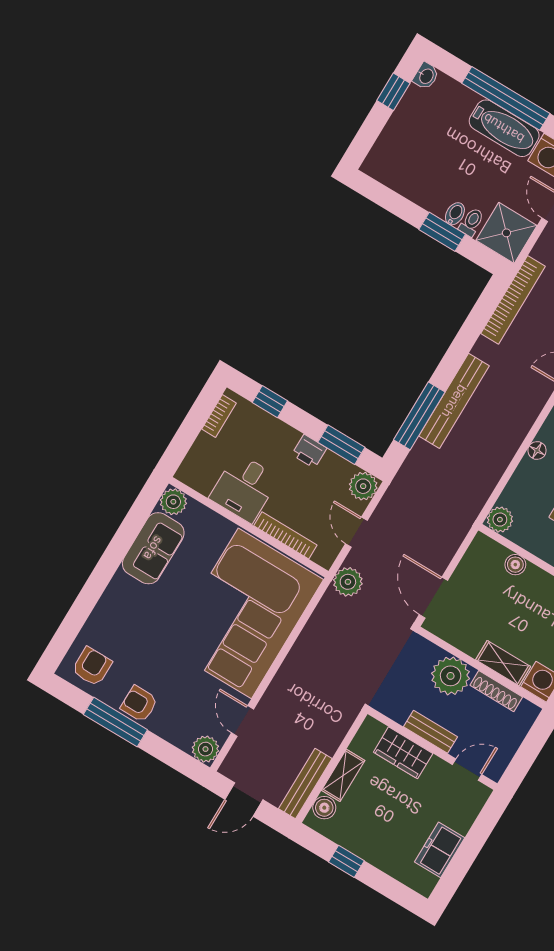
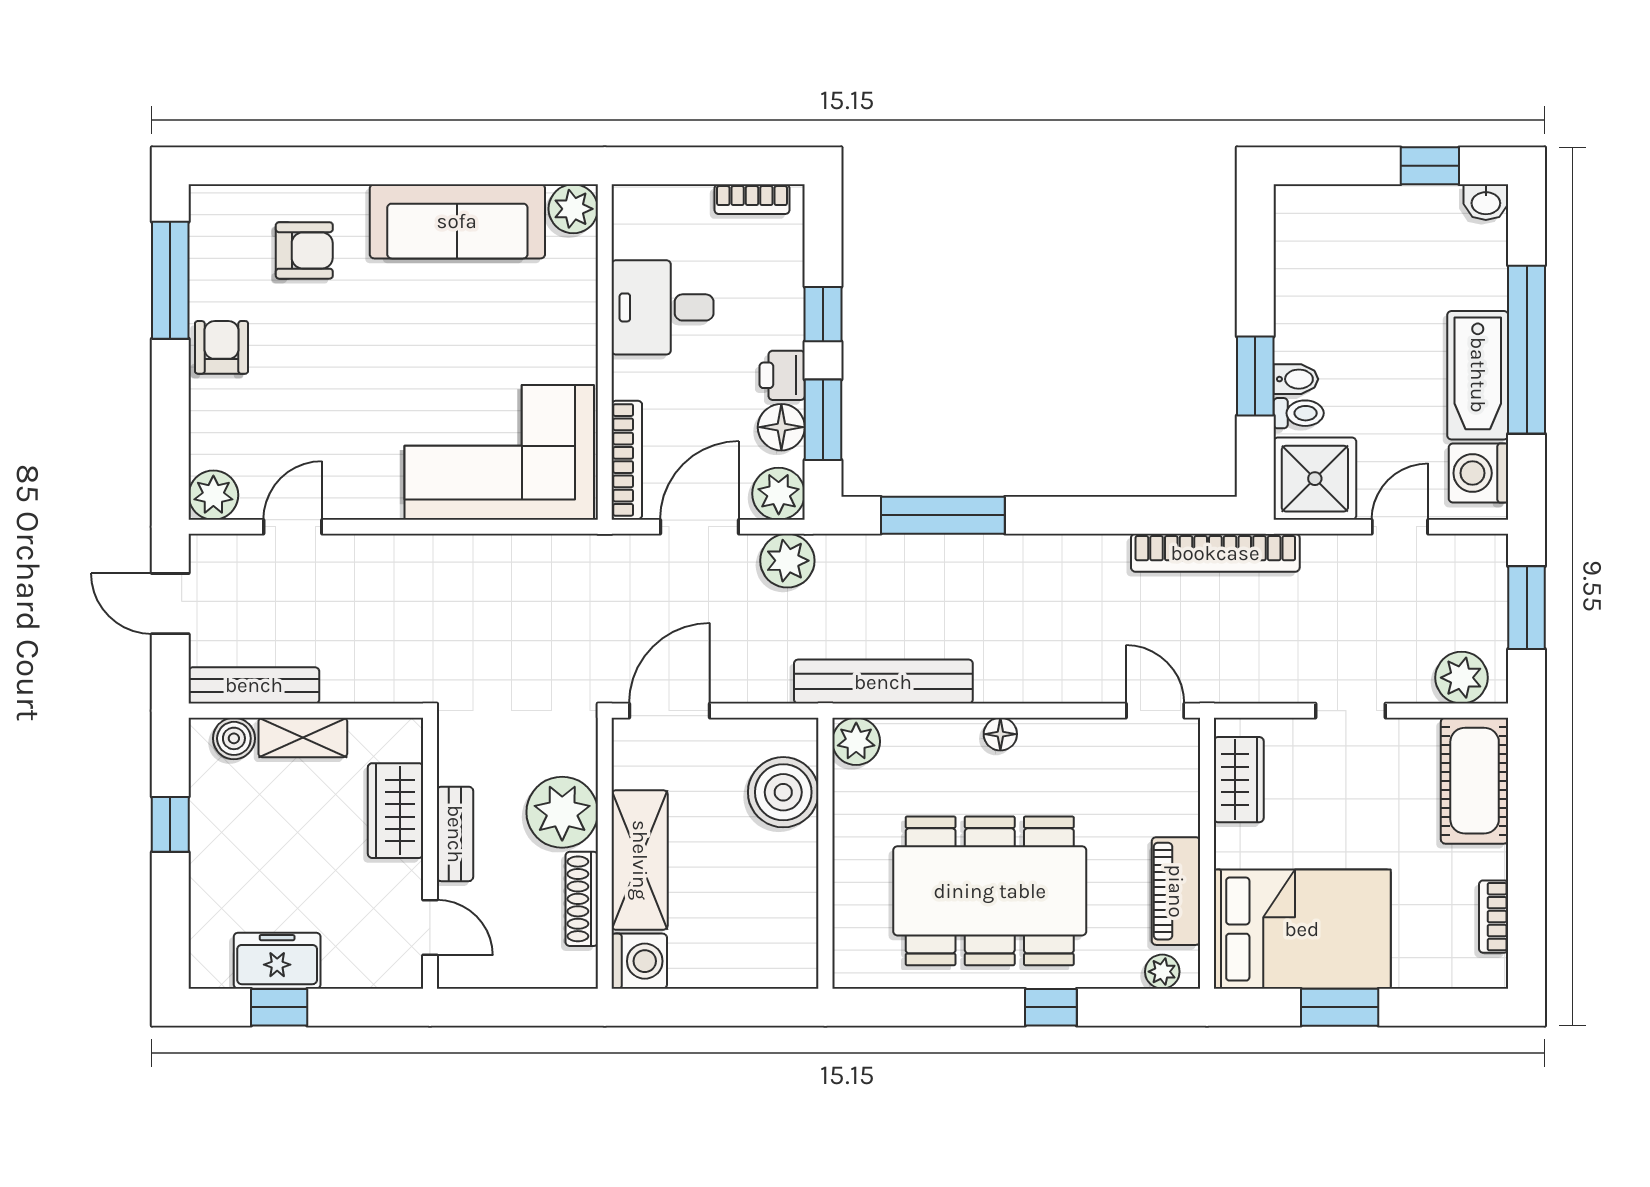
bench: (454, 401) -> (883, 682), moved
window: (270, 402) -> (823, 314), moved
floor lamp: (333, 466) -> (781, 427), added
door: (356, 532) -> (699, 527), width x1.38
bookcase: (285, 535) -> (627, 460), moved
sofa: (153, 548) -> (457, 221), width x1.36
boiler: (515, 565) -> (783, 792), width x1.86, depth x1.86
plant: (348, 582) -> (787, 561), moved
corner sofa: (245, 613) -> (499, 452), width x0.73, depth x0.74
shelving: (503, 663) -> (640, 860), width x1.50, depth x1.33
armchair: (92, 667) -> (304, 250), moved
window: (115, 722) -> (170, 280), moved
window: (462, 862) -> (279, 1007), added

